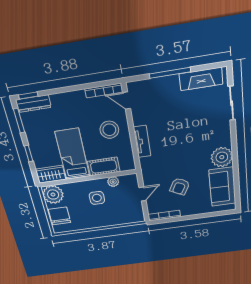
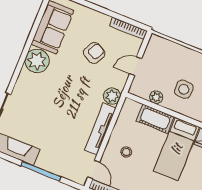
stool: (109, 130) -> (126, 152), width x0.53, depth x0.53
tv unit: (142, 142) -> (100, 129), width x1.41
plant: (147, 164) -> (112, 96), added

